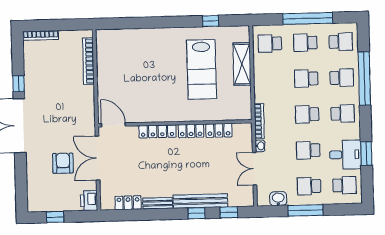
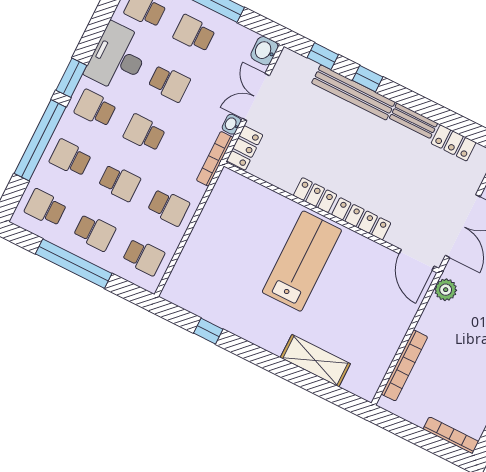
shelving: (242, 64) -> (315, 361), moved, turned 90
lab bench: (202, 69) -> (302, 261), moved
school desk: (271, 79) -> (168, 207), added
school desk: (307, 114) -> (144, 133), turned 180
plant: (88, 117) -> (446, 290), added
locker: (219, 130) -> (245, 148), moved, turned 90
window: (366, 154) -> (71, 78), moved
desk: (345, 155) -> (118, 58), width x1.37
double door: (255, 169) -> (256, 97), swing flipped
school desk: (309, 186) -> (194, 34), turned 180
washbasin: (278, 199) -> (264, 51), moved, turned 90

